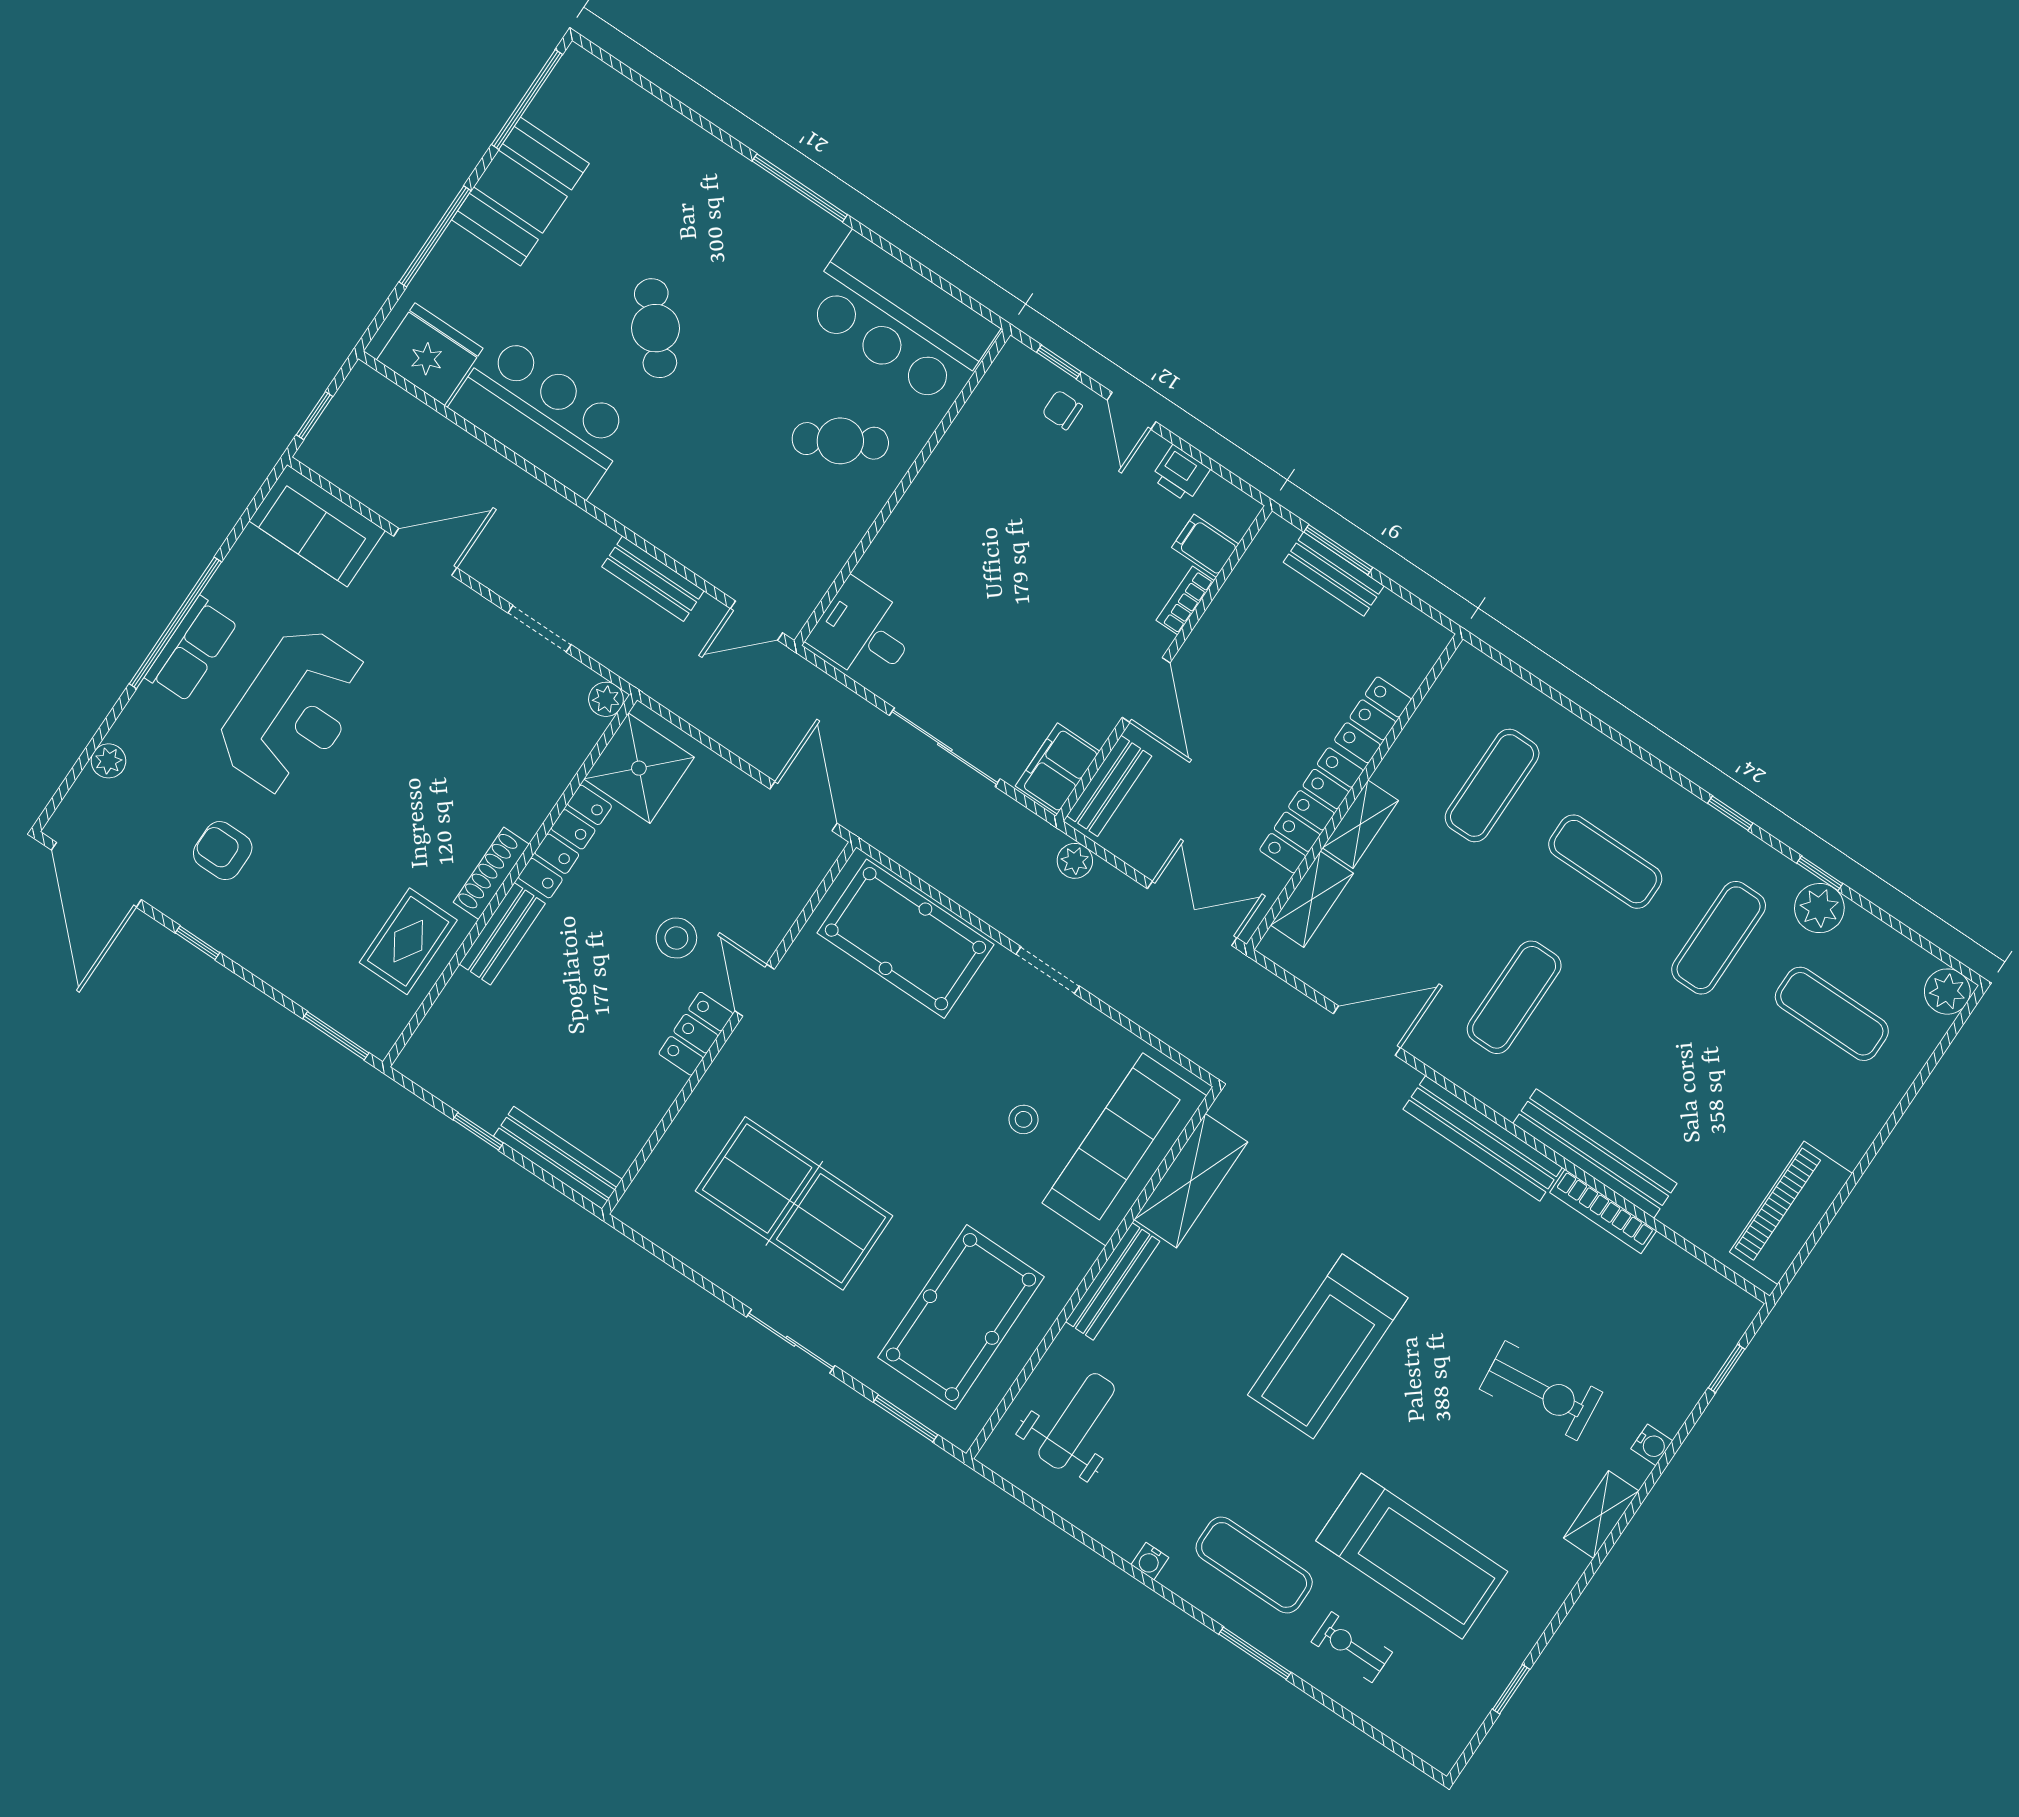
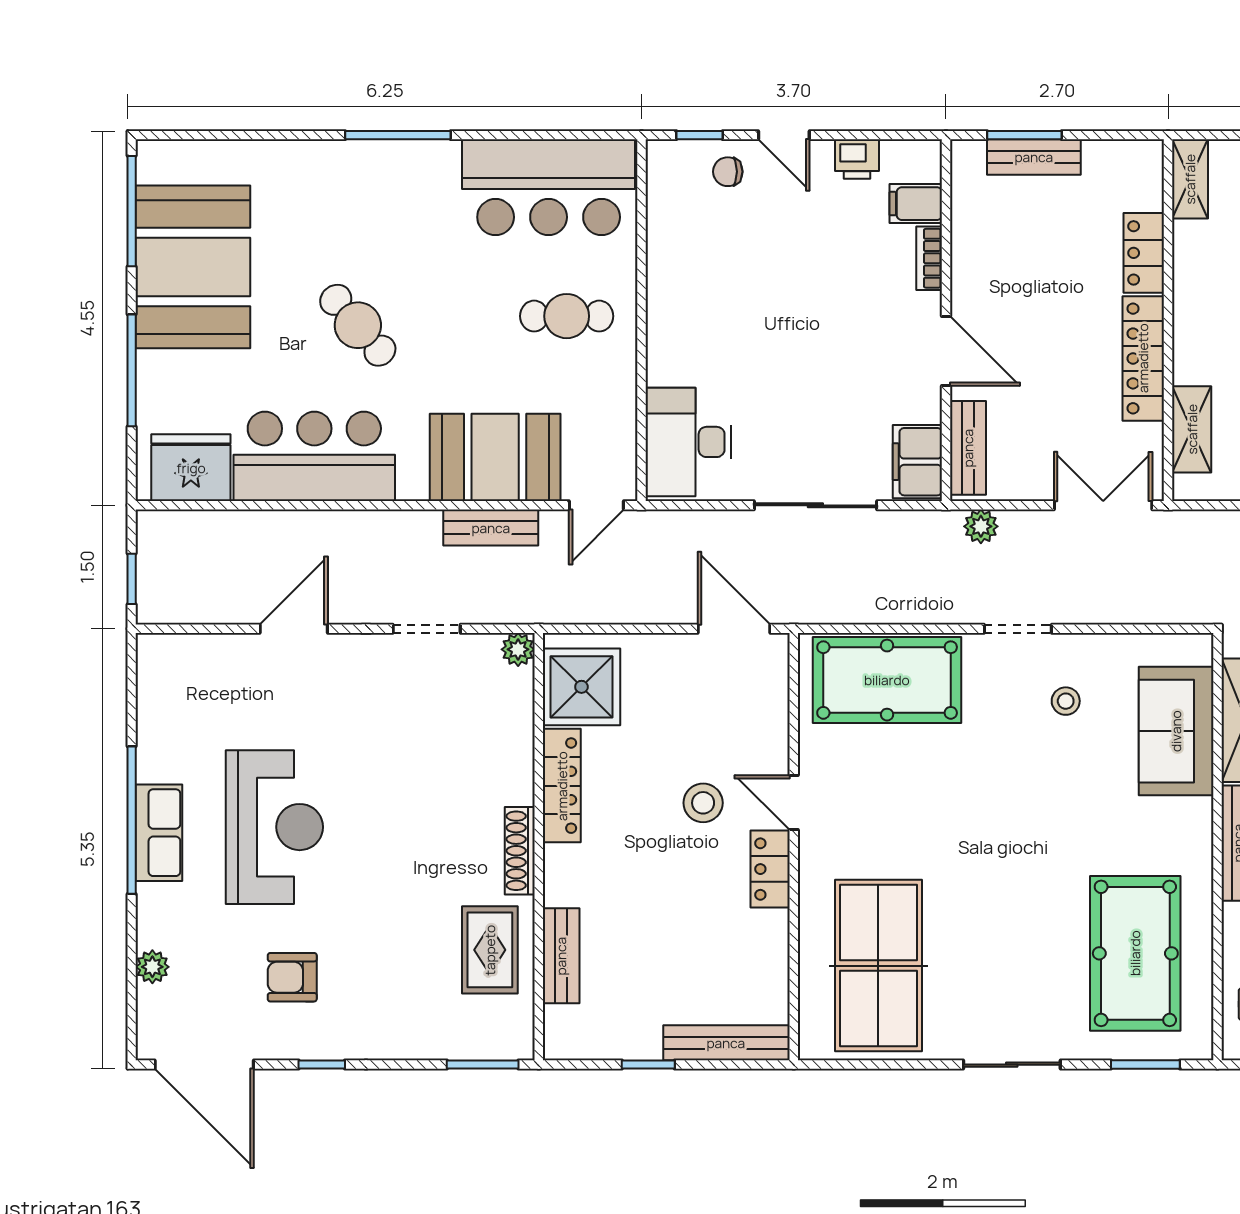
booth: (520, 192) -> (193, 267), width x1.36, depth x1.42
cafe table: (840, 441) -> (567, 316), turned 30
booth: (697, 521) -> (495, 457), added
sofa: (317, 526) -> (193, 666), removed
desk: (864, 632) -> (688, 442), width x1.37
shelving: (1360, 824) -> (1190, 179), moved
bench: (502, 934) -> (561, 956), moved
stool: (1023, 1119) -> (1066, 701), moved
sofa: (1124, 1149) -> (1176, 731), width x0.73
table tennis table: (794, 1203) -> (878, 966), moved, turned 90

